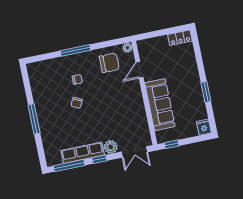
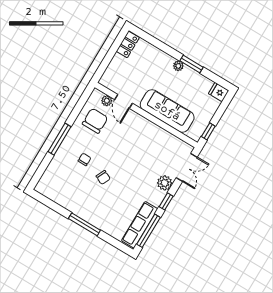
plant: (128, 48) -> (107, 101), moved
plant: (197, 84) -> (178, 66), added
row of seats: (83, 153) -> (140, 225), moved

